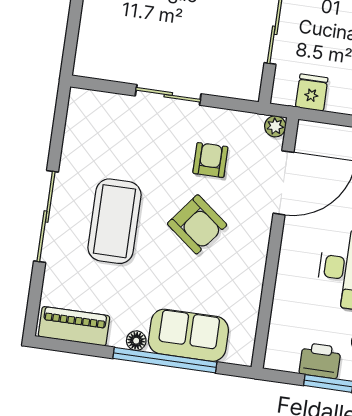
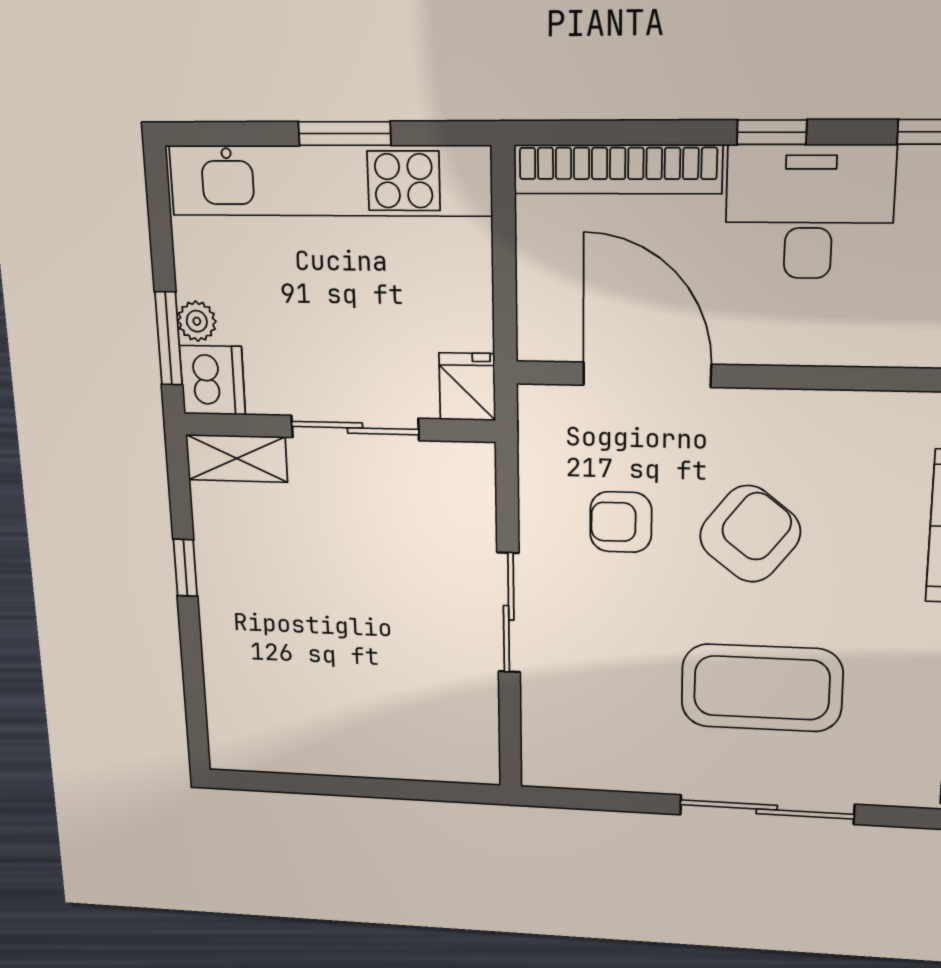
fridge: (312, 93) -> (467, 387), moved, turned 90
plant: (275, 126) -> (538, 405), removed

